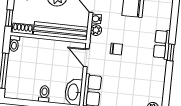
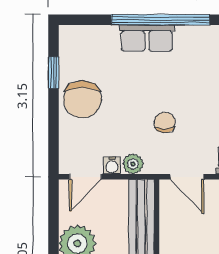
window: (171, 52) -> (160, 20), width x3.17
door: (86, 58) -> (187, 177), hinge flipped

